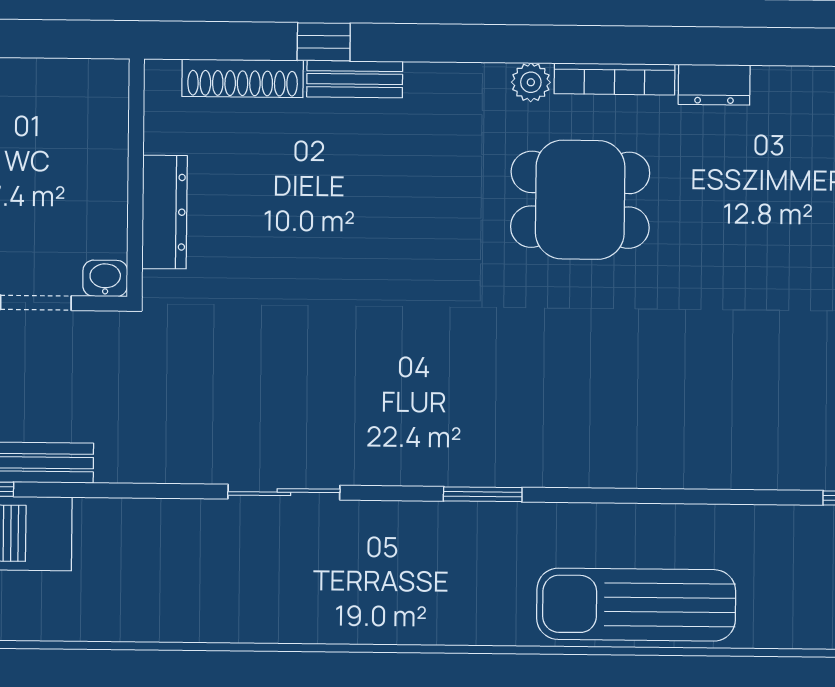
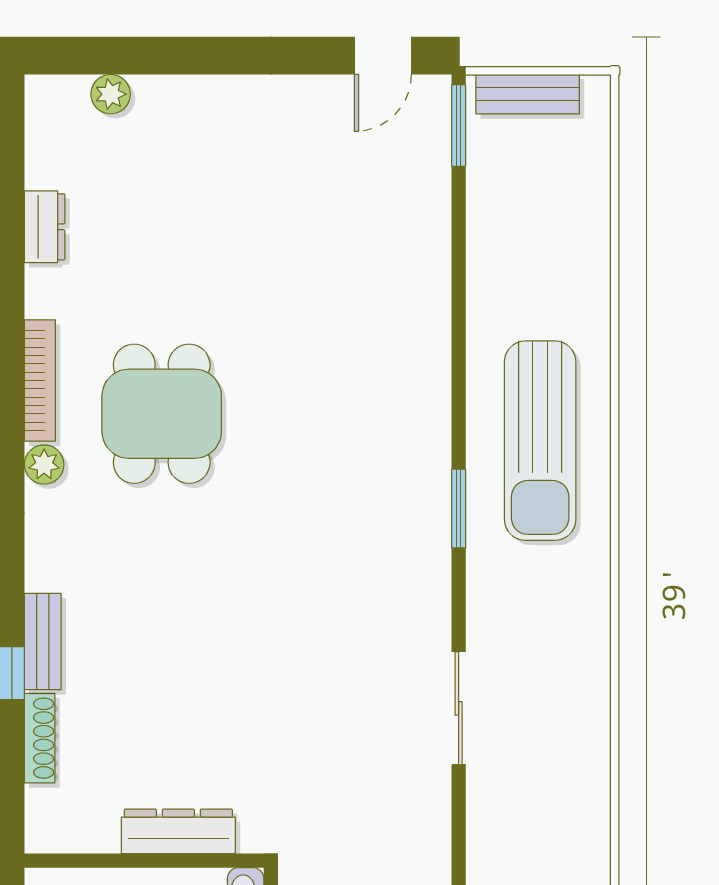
shoe rack: (243, 78) -> (40, 738), width x0.74, depth x0.81
dresser: (714, 85) -> (45, 227), moved
sun lounger: (636, 605) -> (540, 441), moved

